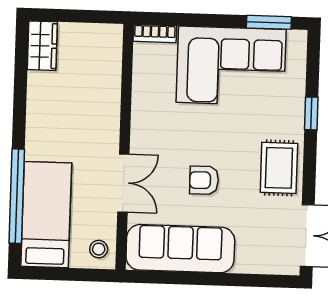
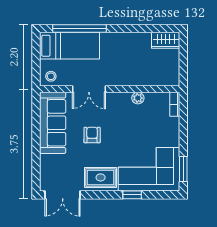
corner sofa: (231, 66) -> (149, 169), moved, turned 90
plant: (142, 98) -> (138, 98), added

